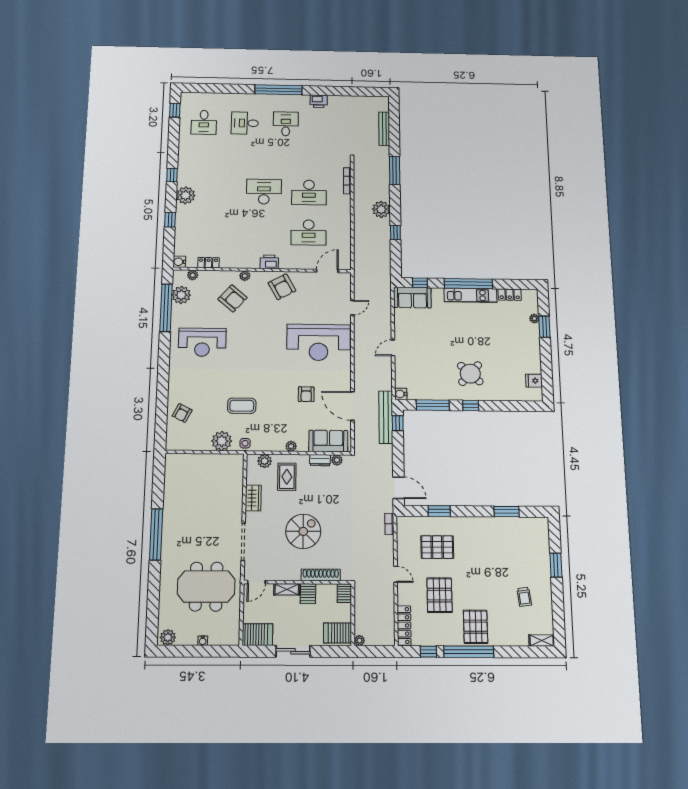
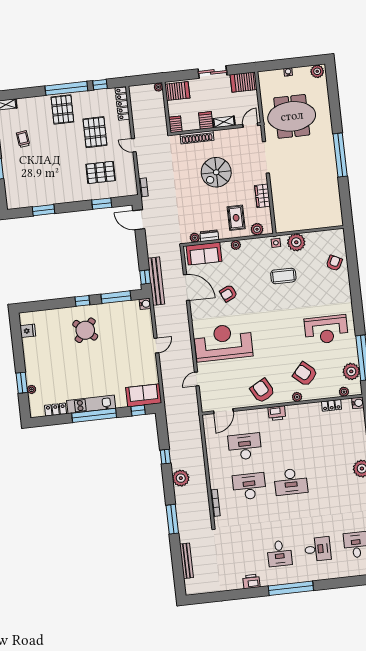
reception desk: (202, 342) -> (326, 330), turned 180
armchair: (306, 394) -> (228, 293), turned -115

